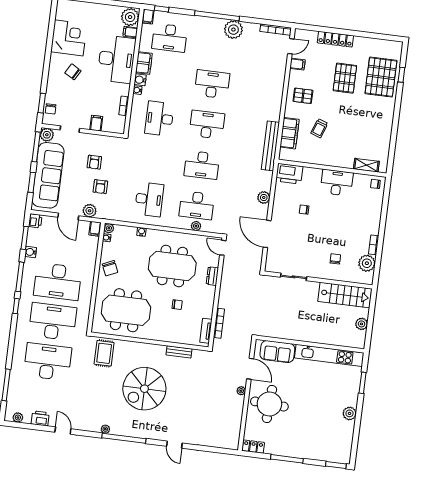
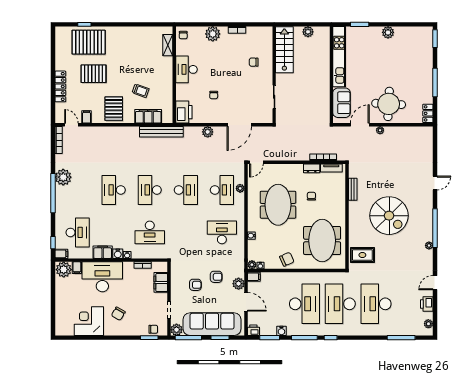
pallet: (303, 96) -> (114, 109), width x1.50, depth x1.42
filing cabinet: (96, 123) -> (161, 282), width x2.00
door: (68, 216) -> (246, 302), hinge flipped
plant: (367, 263) -> (213, 34), moved
dresser: (212, 276) -> (312, 168), moved

